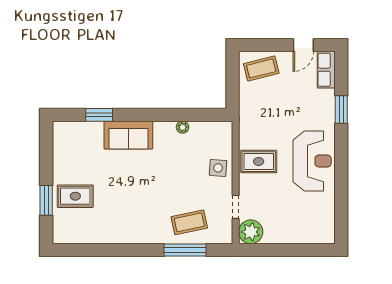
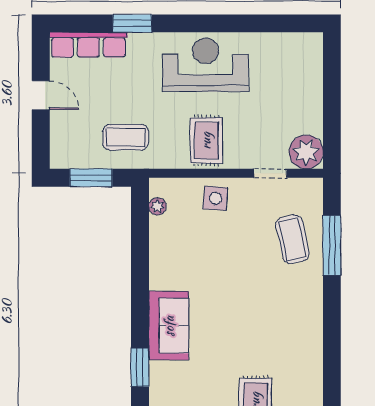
door: (303, 45) -> (41, 95), moved
coffee table: (261, 68) -> (126, 137), moved, turned -76
row of seats: (326, 70) -> (88, 45), width x1.48
window: (233, 80) -> (91, 178), added
plant: (182, 127) -> (157, 206), moved

